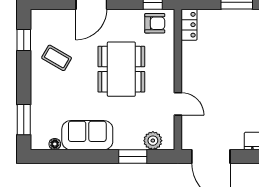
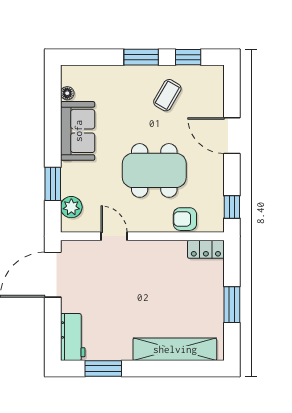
armchair: (155, 23) -> (185, 219), moved, turned 90
door: (178, 104) -> (114, 236), swing flipped
window: (24, 120) -> (141, 57), moved

